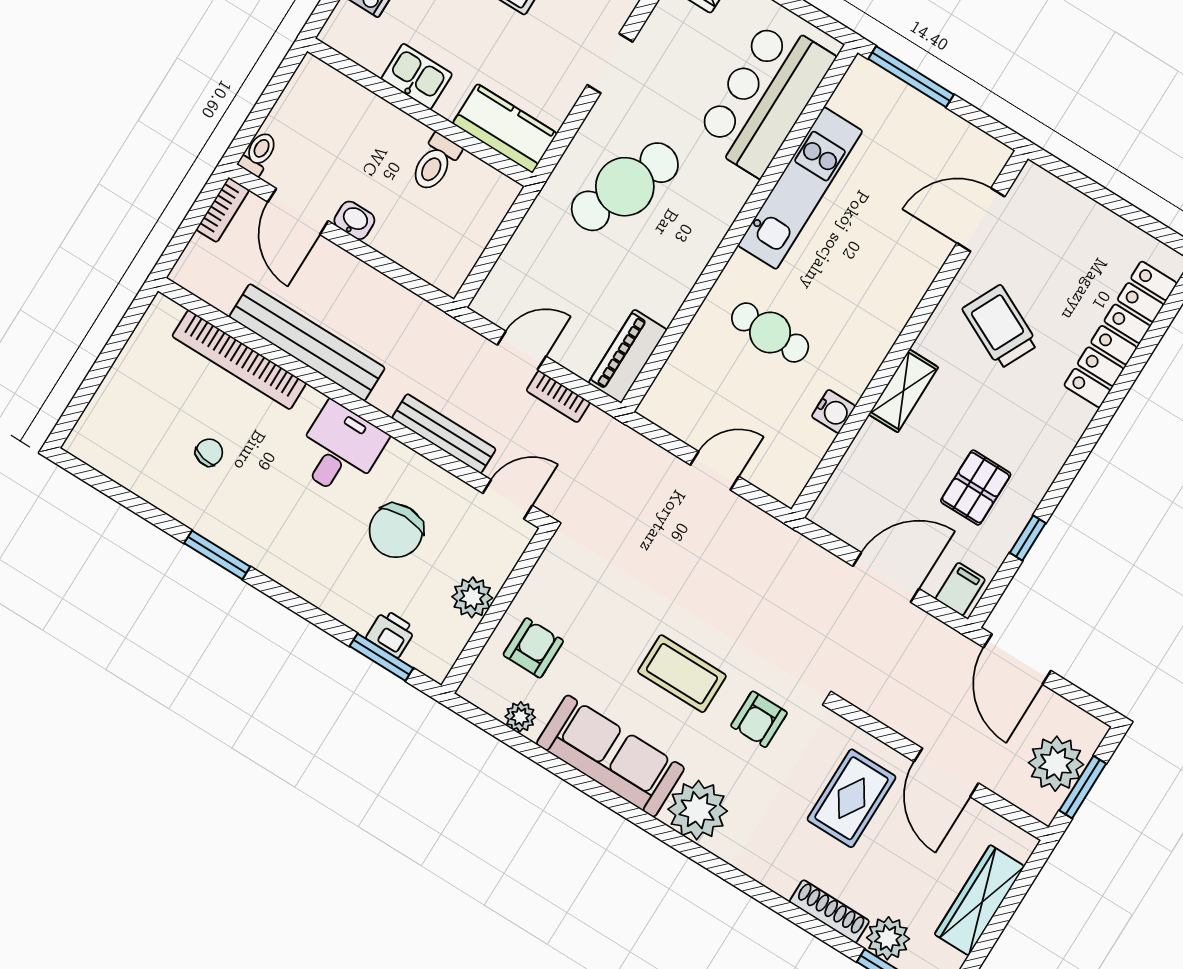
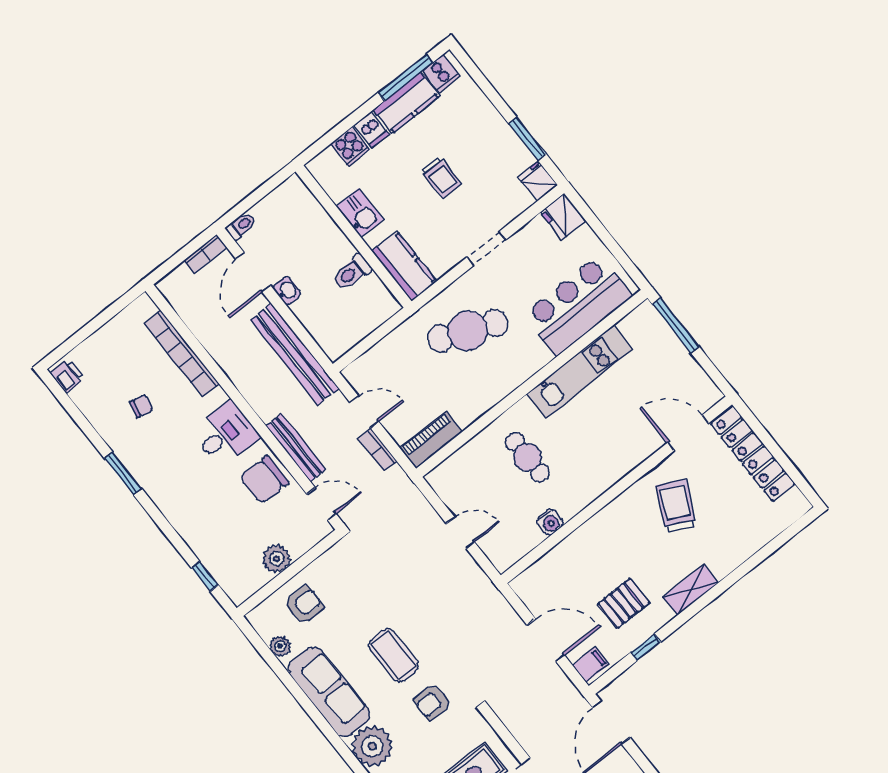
locker: (1121, 334) -> (753, 454), moved, turned -90
bench: (307, 342) -> (295, 354), moved
shelving: (903, 391) -> (691, 590), moved
chair: (396, 531) -> (264, 480), moved
printer: (391, 633) -> (67, 376), moved
window: (381, 657) -> (205, 576), width x0.67

